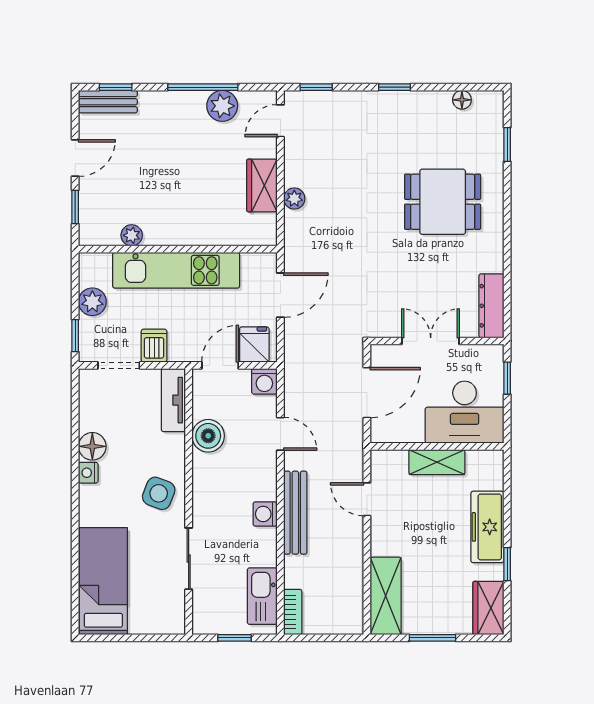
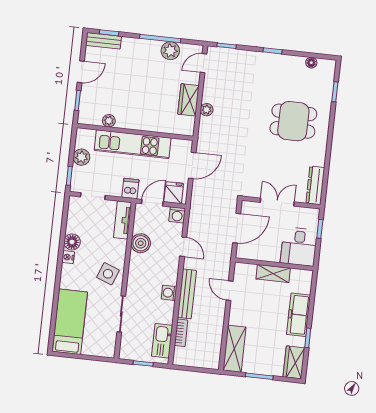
dishwasher: (154, 346) -> (130, 189), moved
desk: (465, 412) -> (299, 247), width x0.73
bookcase: (293, 612) -> (181, 333), moved

